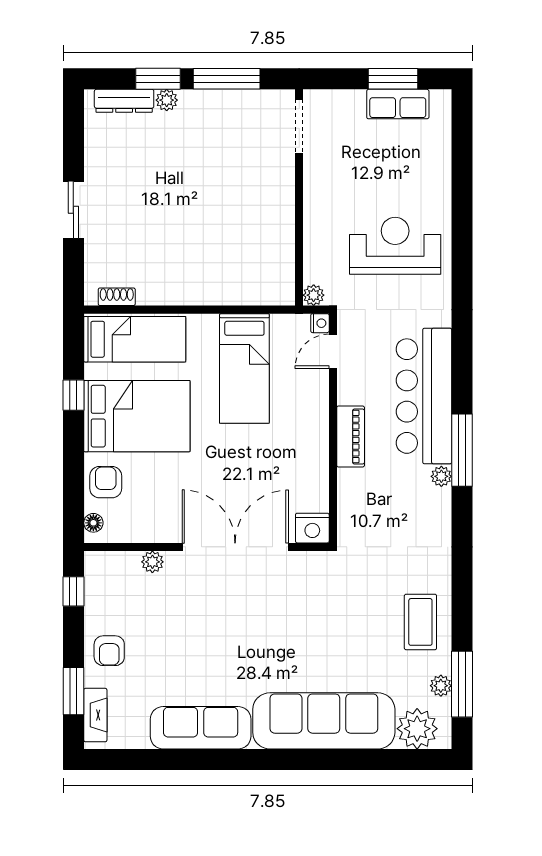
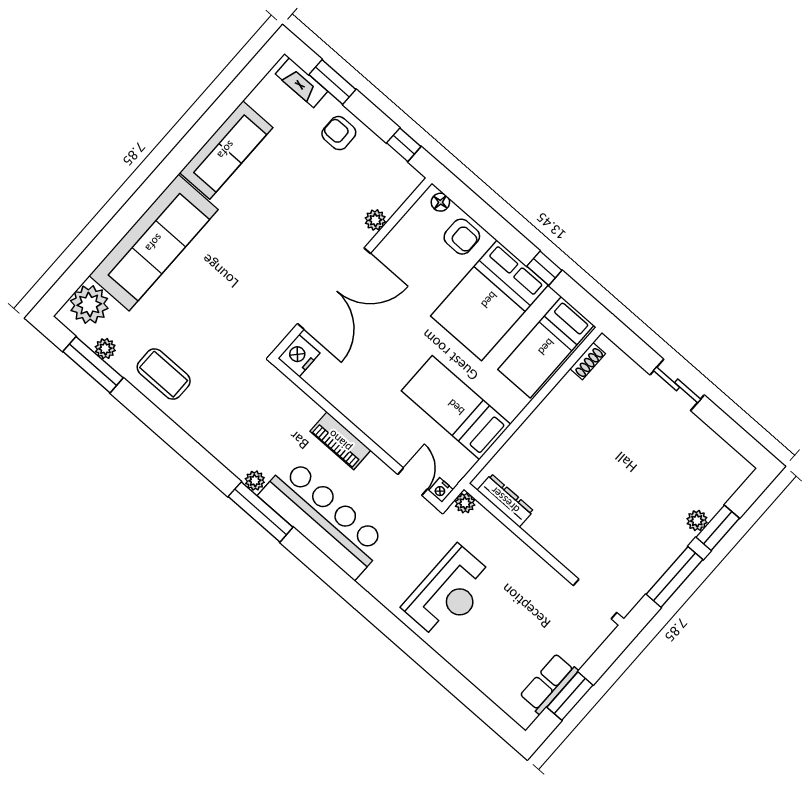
dresser: (124, 101) -> (505, 500), moved, turned 90

